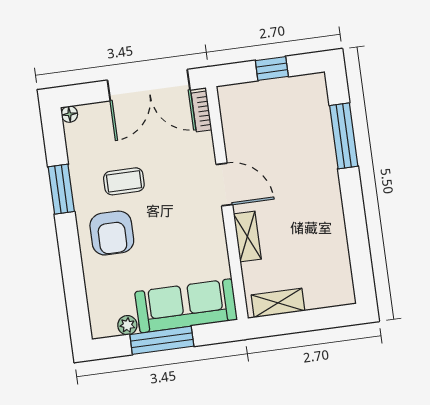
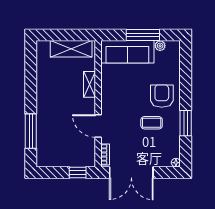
window: (272, 68) -> (78, 172), moved
double door: (149, 85) -> (131, 172), swing flipped
door: (224, 184) -> (98, 126), moved
shelving: (278, 303) -> (71, 49), width x1.50, depth x1.33

